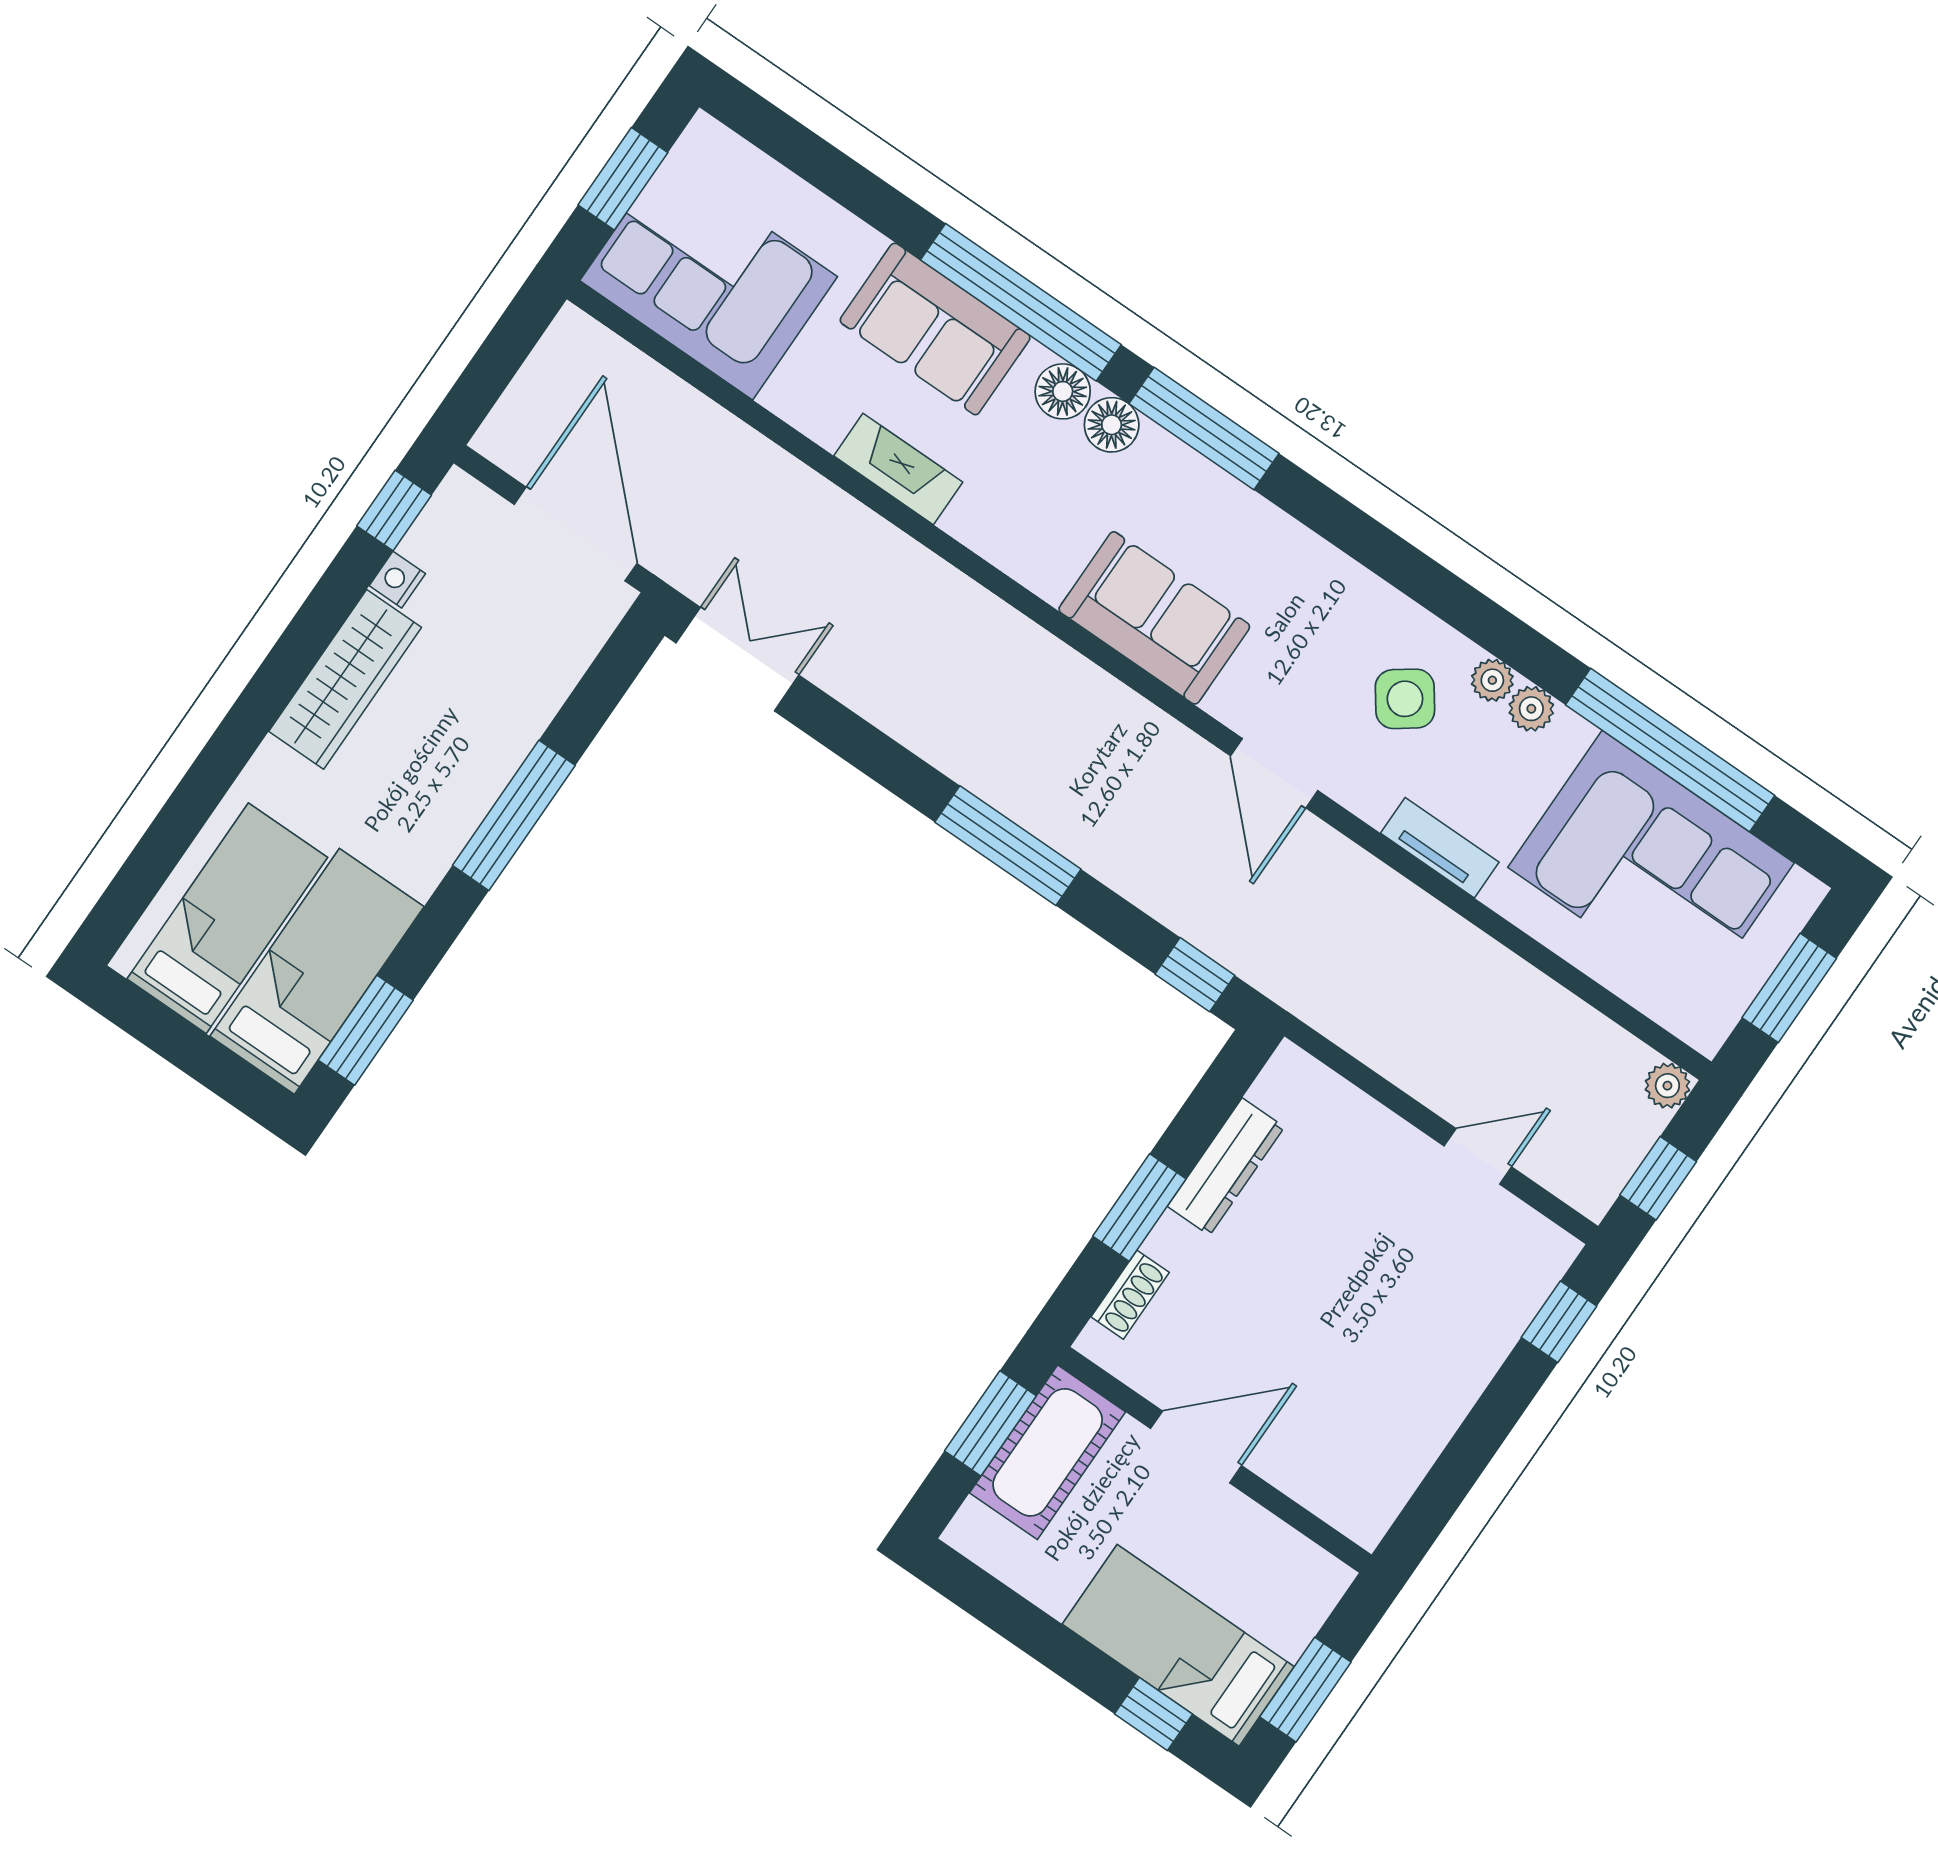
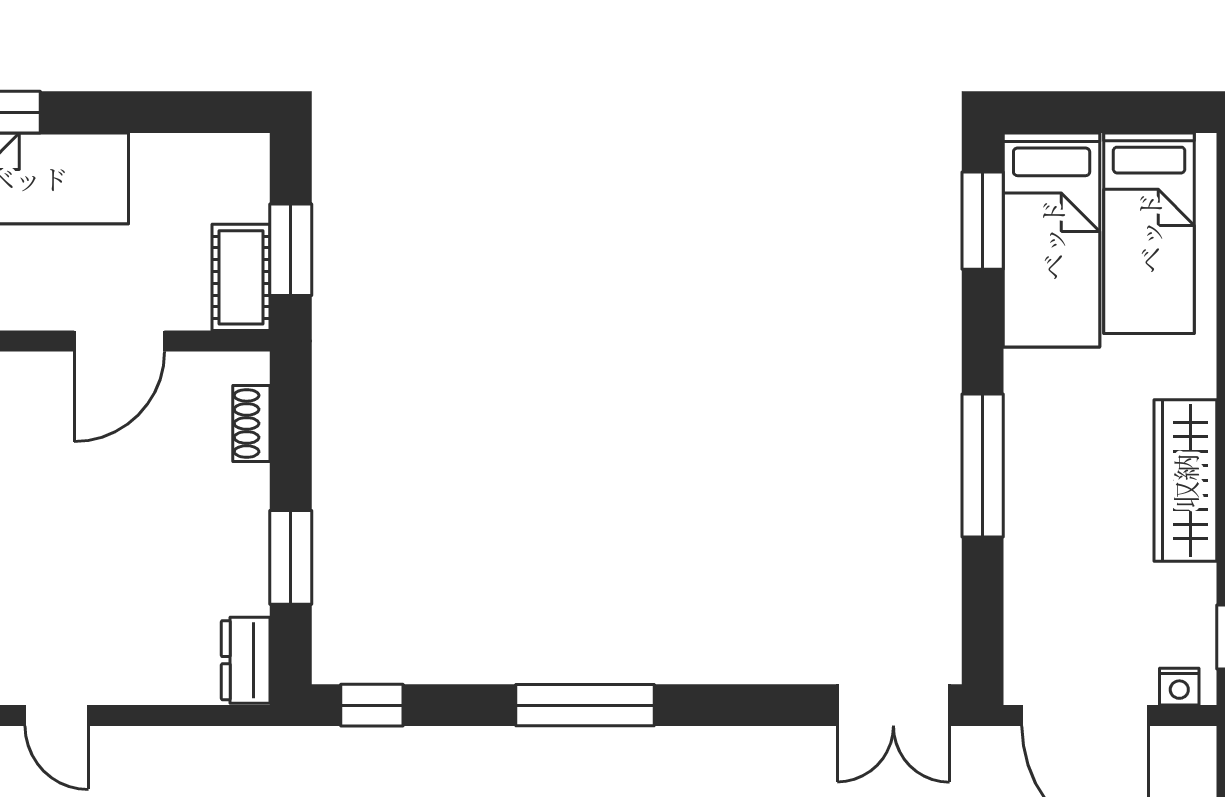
nightstand: (397, 580) -> (1179, 687), moved, turned 90
door: (1478, 1156) -> (57, 716), hinge flipped
dresser: (1226, 1167) -> (246, 660), moved, width x0.70
window: (1139, 1207) -> (291, 557), moved
cot: (1048, 1452) -> (241, 277), width x0.73, depth x0.75

